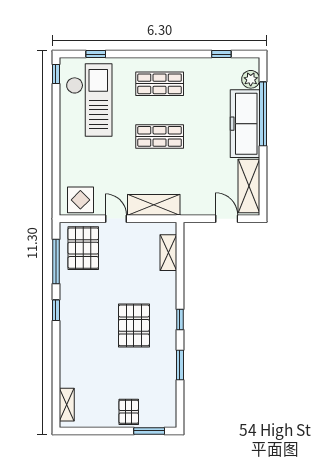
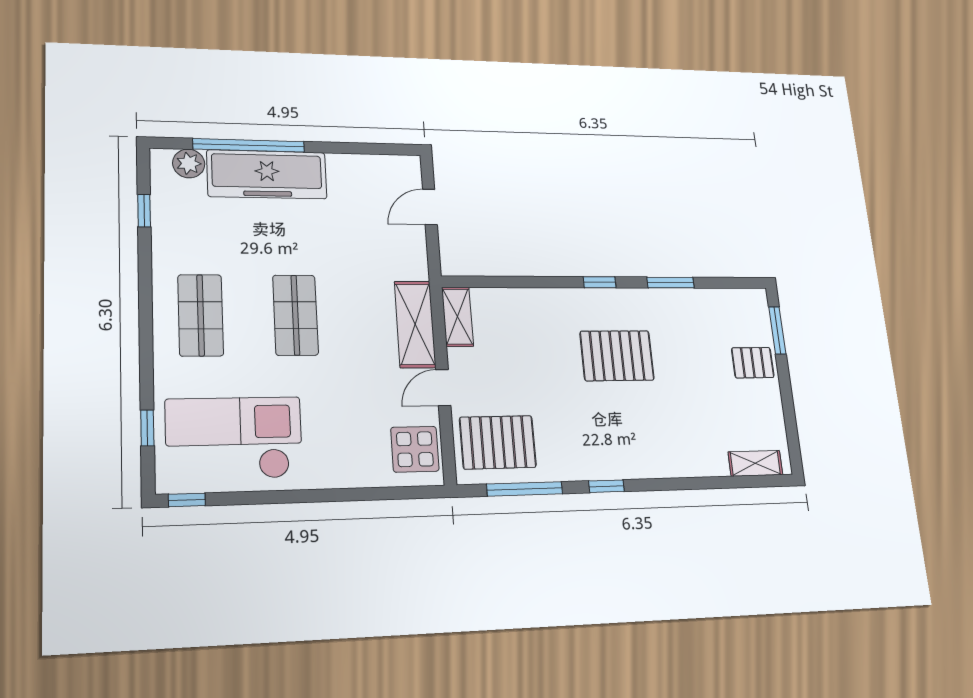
shelving: (249, 186) -> (373, 171), removed
shelving: (168, 253) -> (457, 317), moved, turned 90

